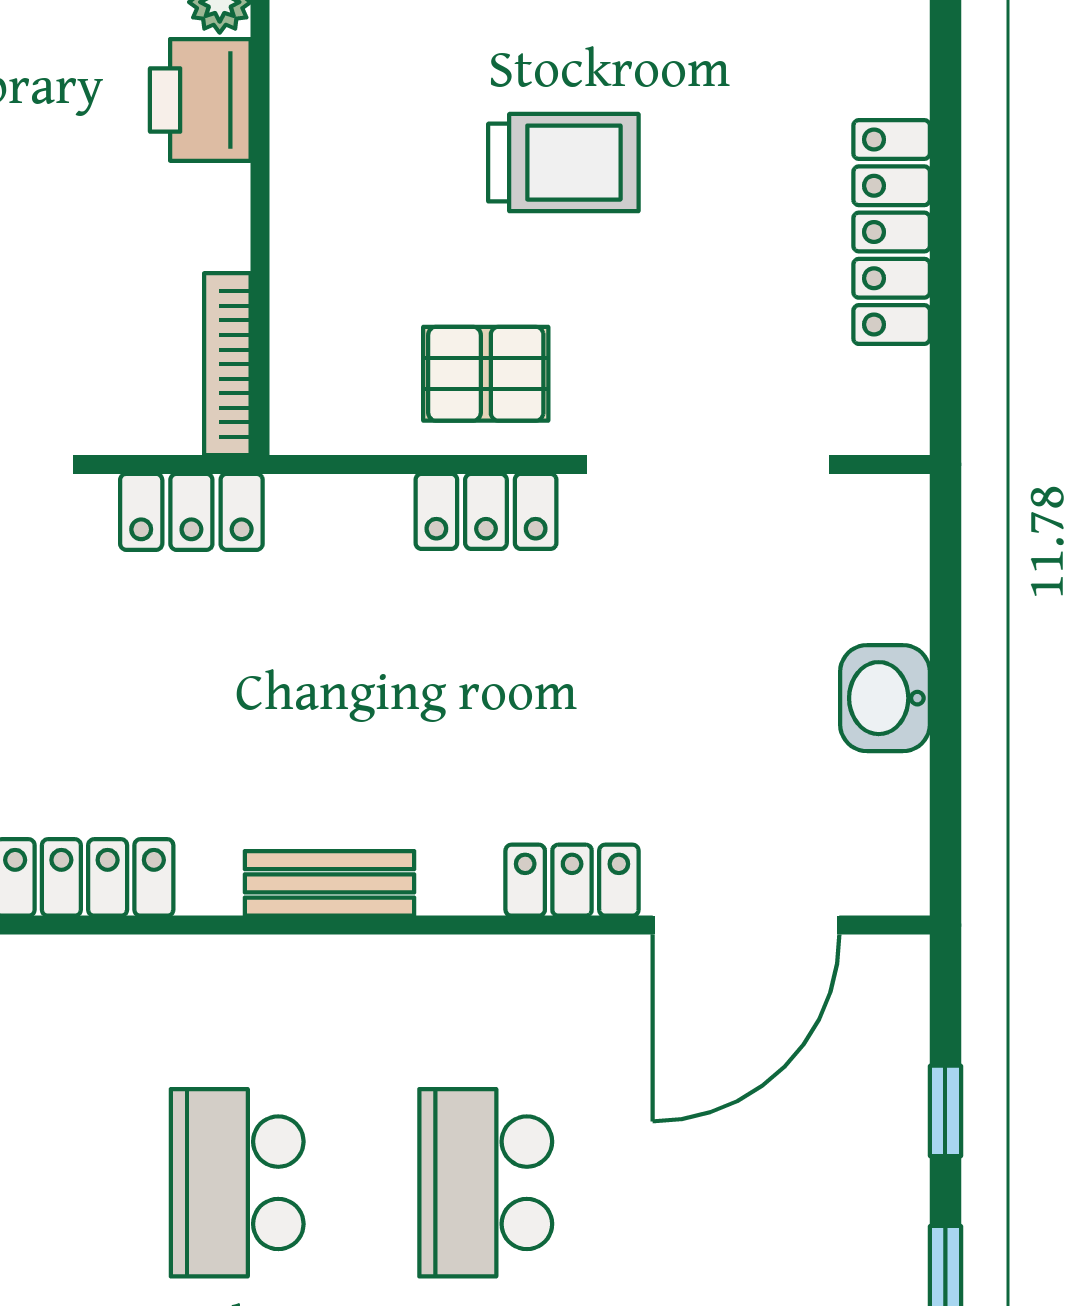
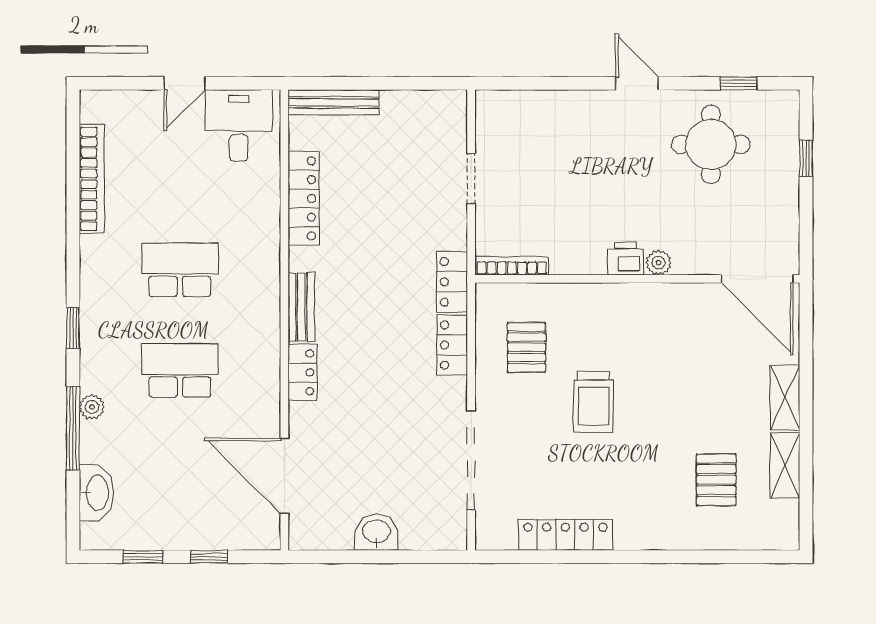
printer: (200, 100) -> (625, 259), width x0.73, depth x0.81
pallet: (486, 374) -> (527, 347), moved
locker: (486, 511) -> (452, 345), moved
locker: (191, 512) -> (452, 282), moved
locker: (572, 880) -> (303, 372), moved

